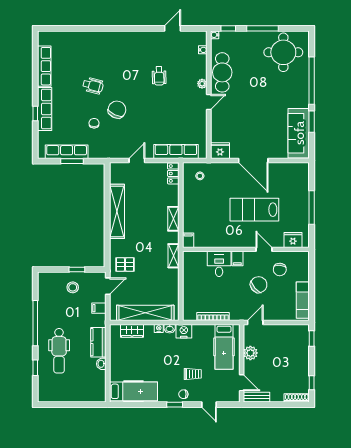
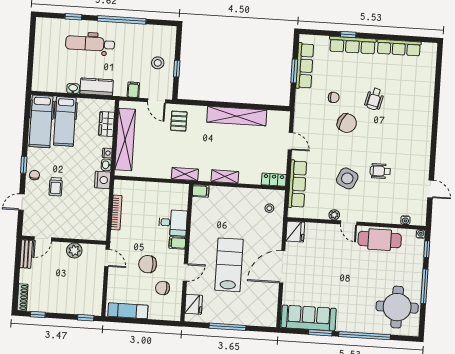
plant: (202, 84) -> (334, 215), moved
side table: (168, 106) -> (347, 178), added
chair: (259, 285) -> (148, 264), turned 130
hospital bed: (224, 347) -> (65, 121), moved, turned -90

